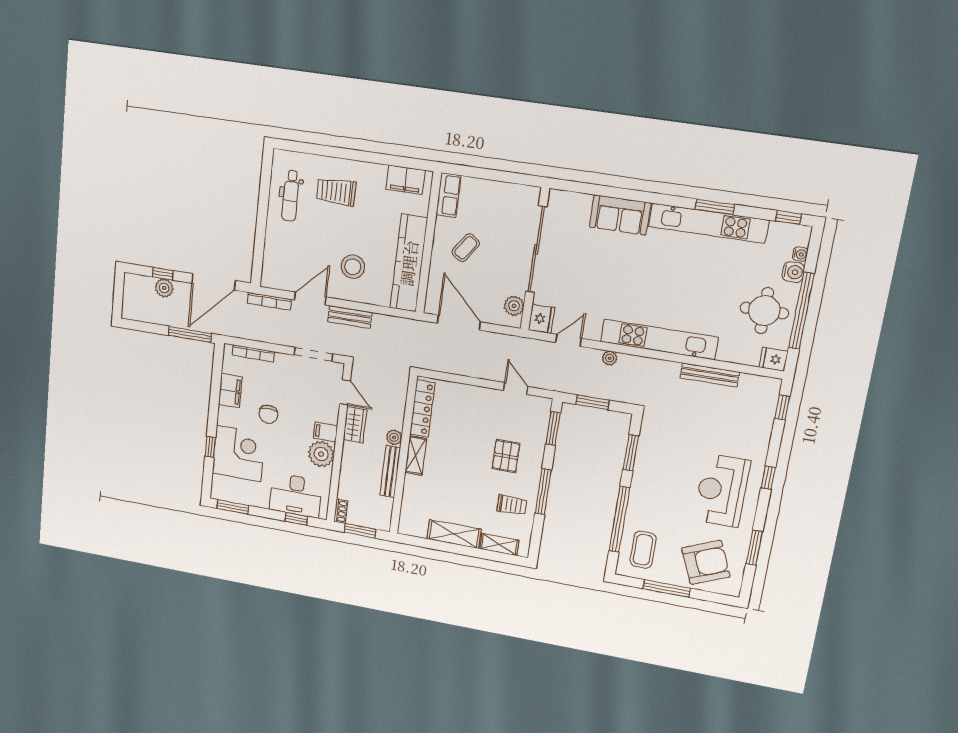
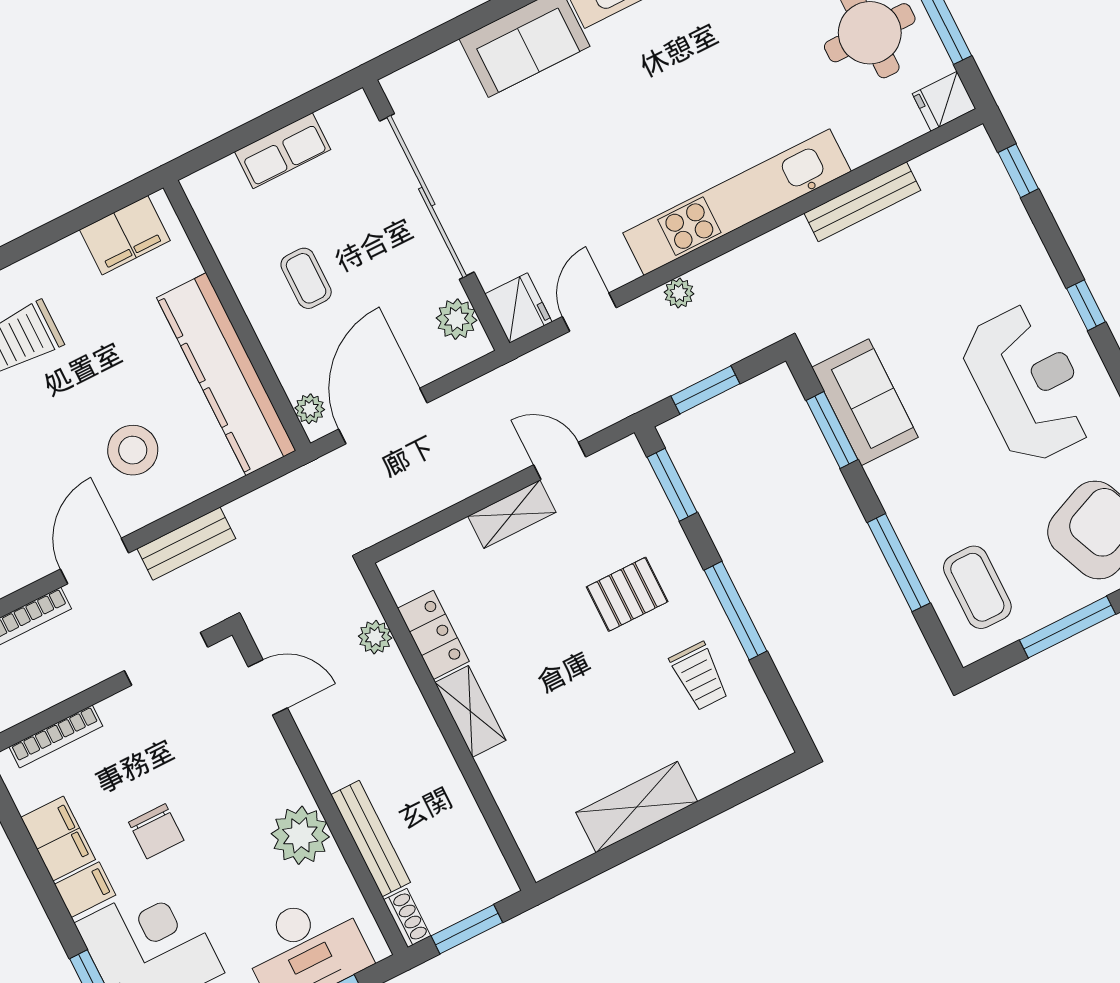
row of seats: (448, 195) -> (283, 151), moved, turned 90
coffee table: (466, 248) -> (306, 278), turned -35
plant: (432, 300) -> (310, 409), added
door: (459, 323) -> (383, 416), hinge flipped
locker: (422, 409) -> (433, 635), width x0.66
wardrobe: (355, 425) -> (325, 735), removed
filing cabinet: (325, 432) -> (85, 890), moved, turned 180
plant: (394, 437) -> (375, 637), moved
sofa: (652, 452) -> (865, 402), added
pallet: (506, 456) -> (627, 594), turned 90
bench: (390, 471) -> (371, 839), moved
reception desk: (722, 490) -> (1028, 384), turned 180
trolley: (512, 505) -> (699, 676), turned 90
window: (619, 519) -> (899, 563), width x0.68
shelving: (499, 545) -> (512, 514), moved

